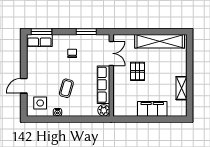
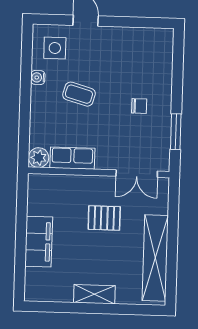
window: (42, 32) -> (178, 54), removed
row of seats: (39, 41) -> (163, 50), removed
row of seats: (103, 85) -> (72, 158), width x0.68
shelving: (182, 88) -> (94, 294), moved

